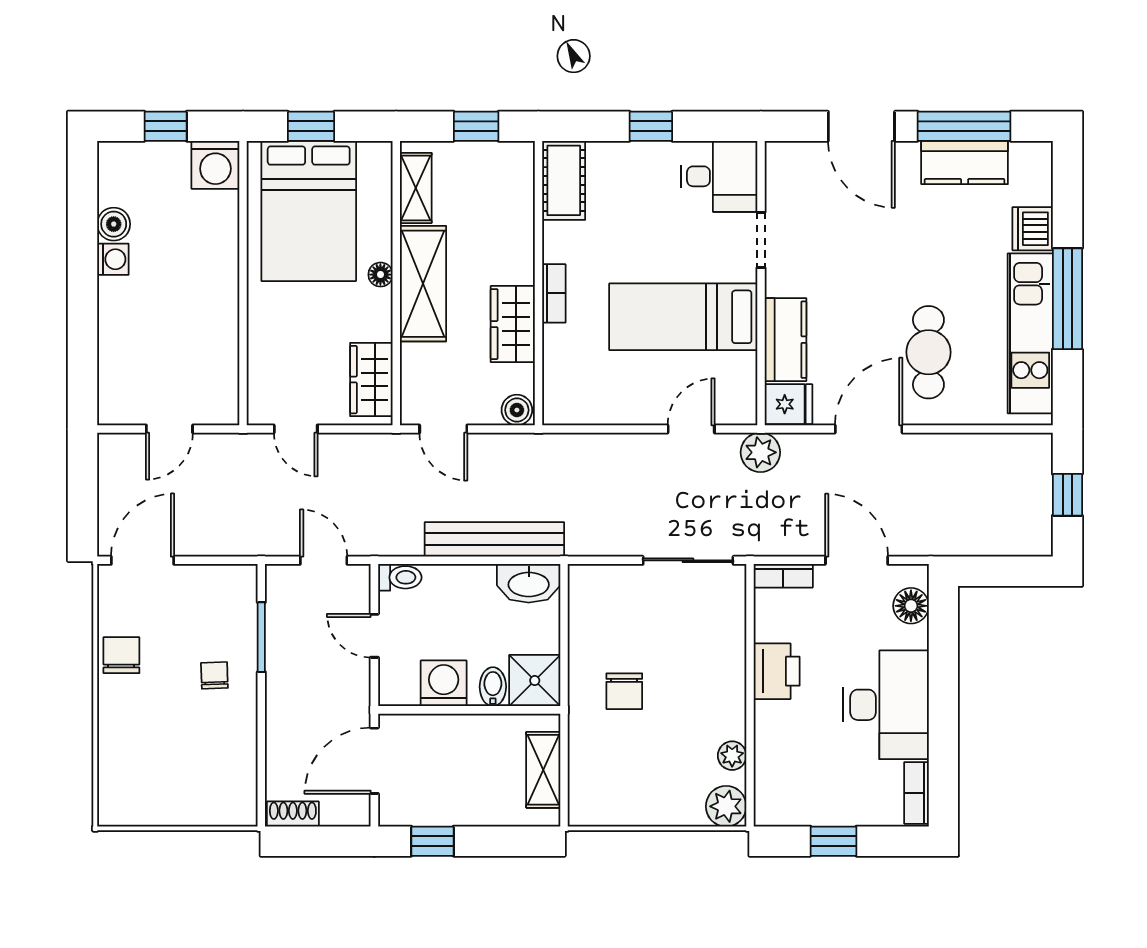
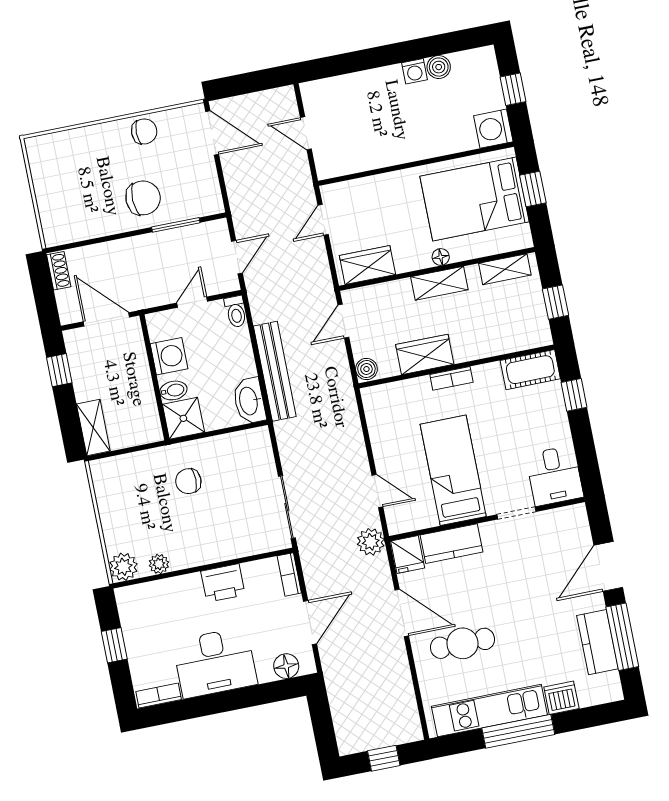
window: (651, 126) -> (574, 395), moved
shelving: (423, 284) -> (439, 283), width x0.67, depth x0.75
chair: (214, 675) -> (143, 198), width x1.87, depth x1.87
shelving: (543, 770) -> (93, 428), moved, turned 90

